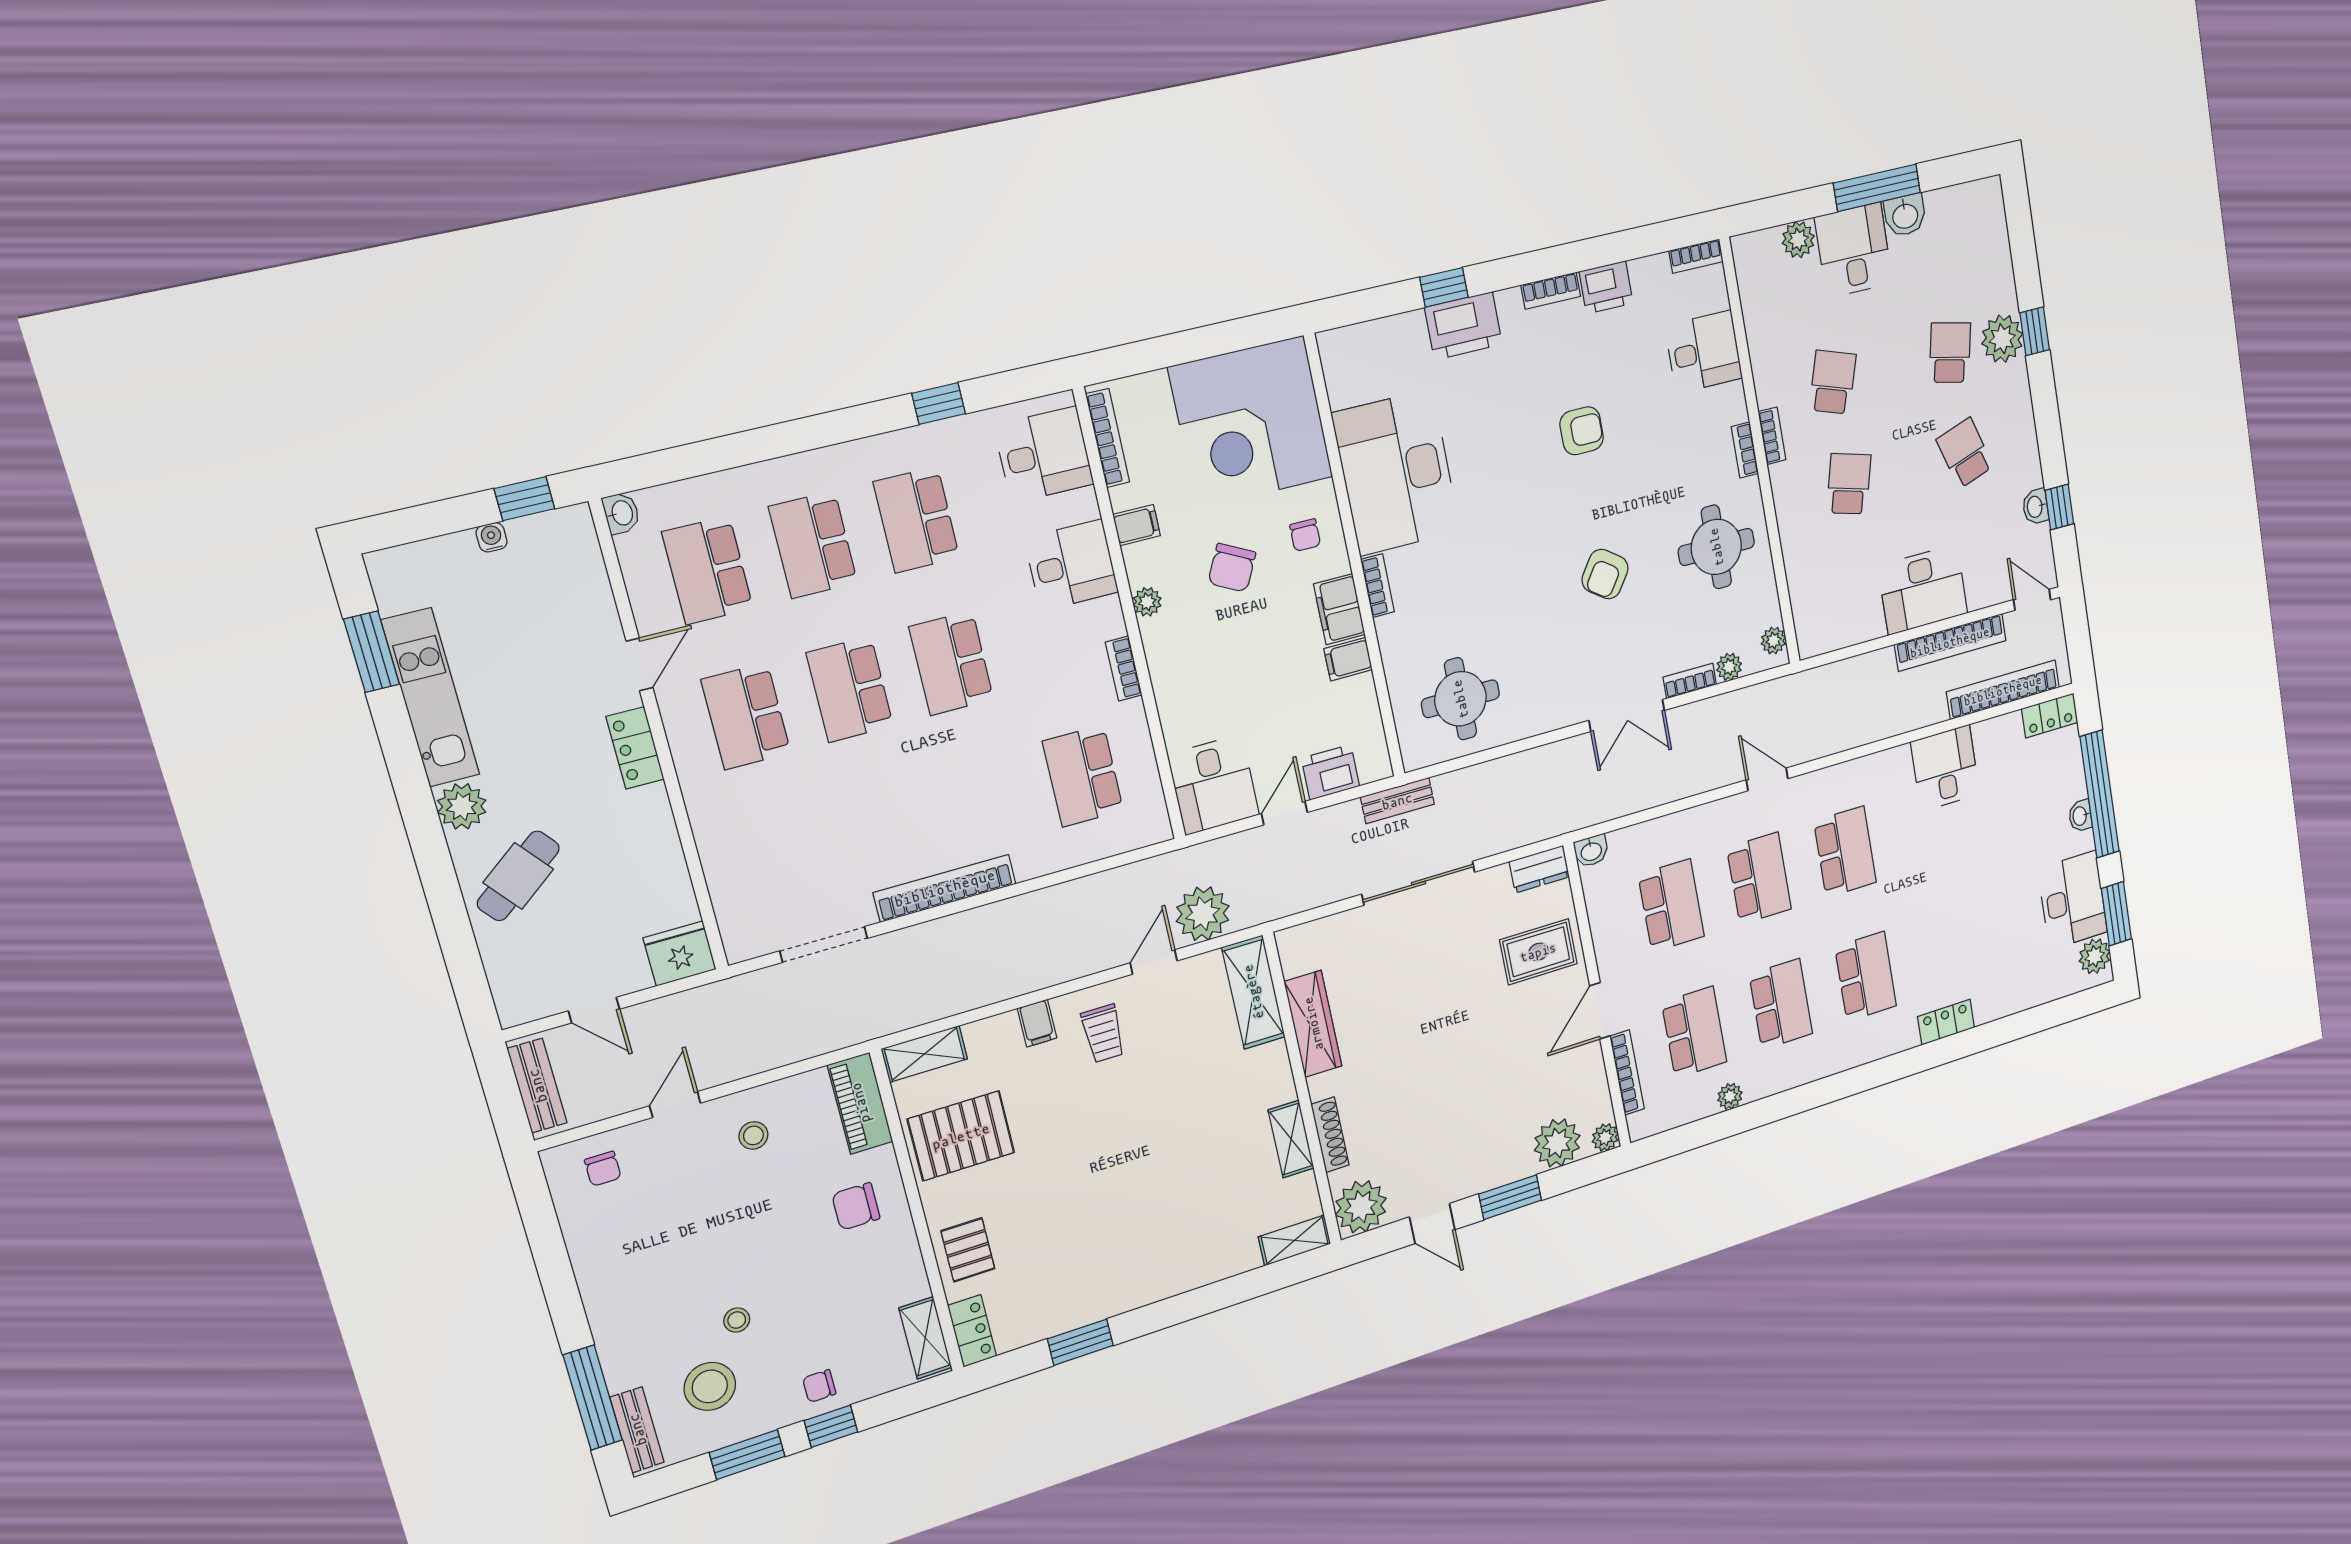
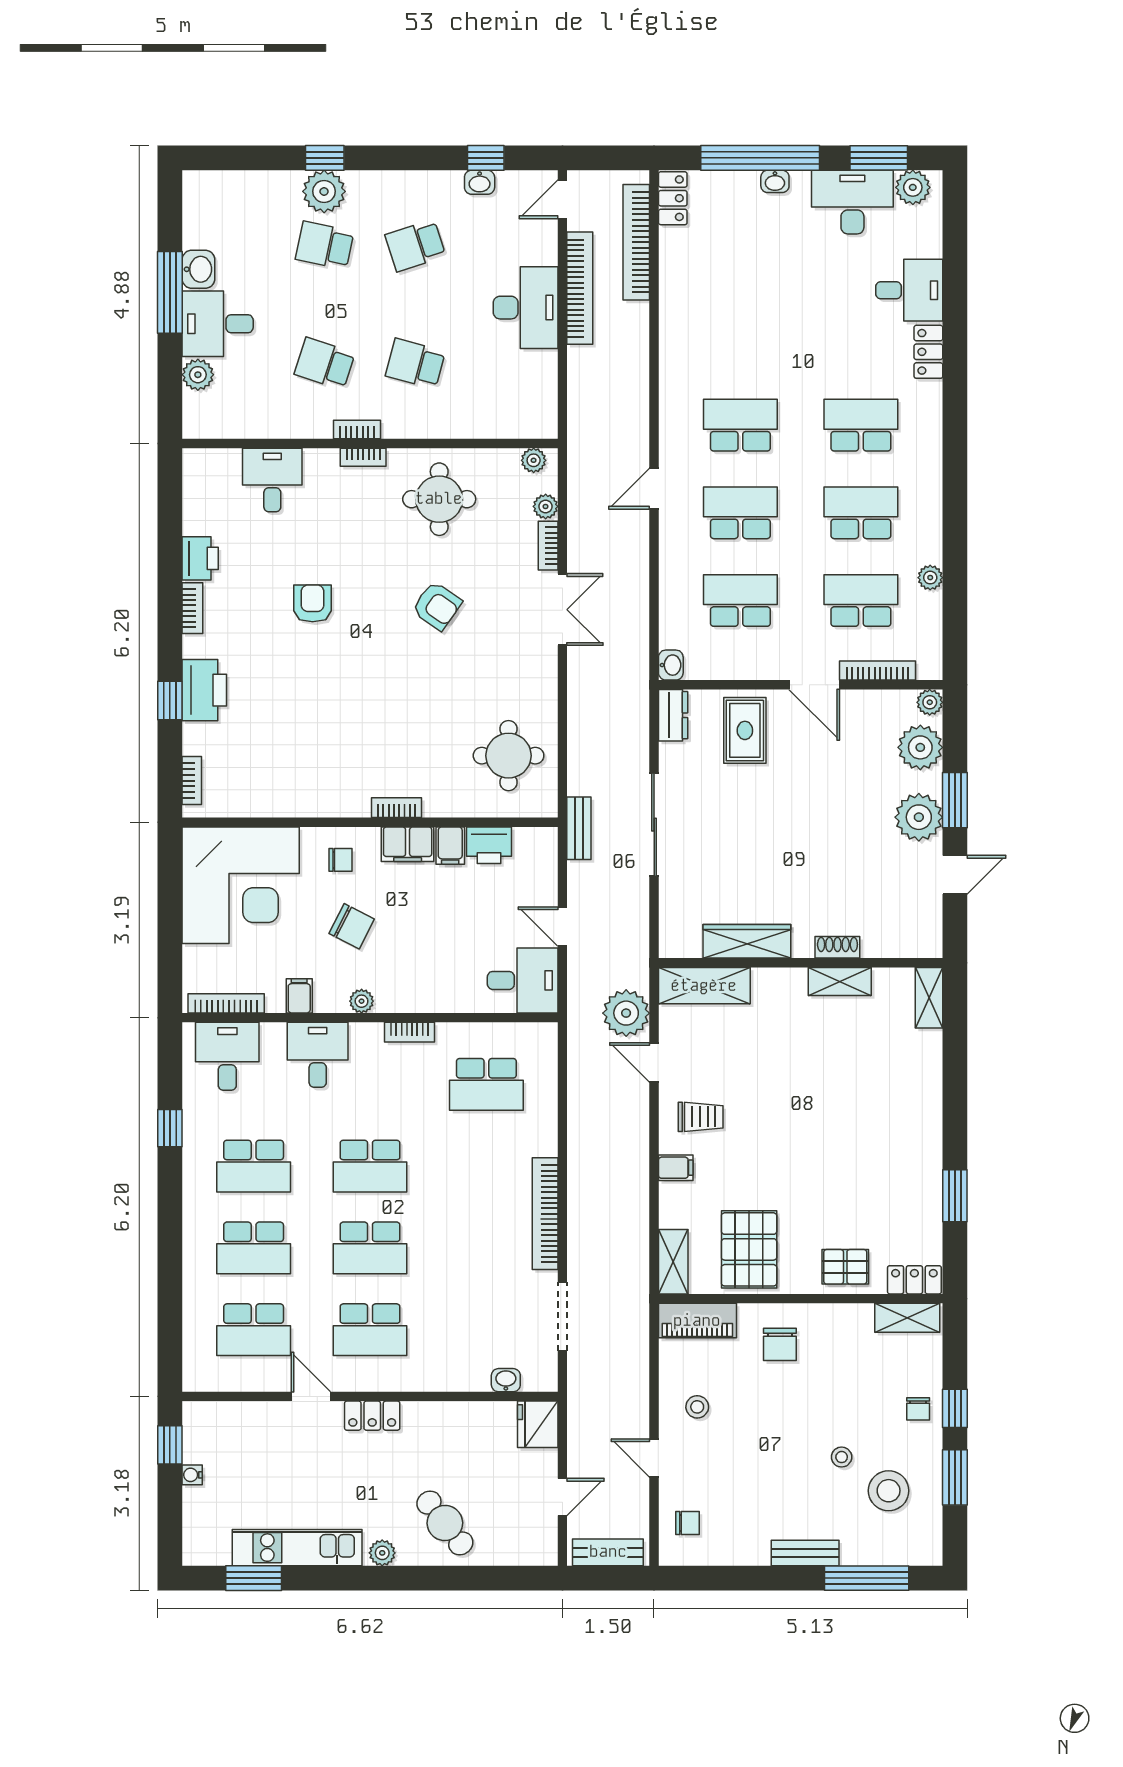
bookcase: (1696, 256) -> (192, 781), moved
desk: (1396, 473) -> (309, 772), removed
washbasin: (621, 513) -> (506, 1380), moved
desk: (1945, 768) -> (909, 290), moved, turned 180
printer: (1330, 772) -> (489, 845), moved, turned -90
plant: (462, 806) -> (382, 1553), width x0.73, depth x0.73
shoe rack: (1330, 1135) -> (837, 947), width x0.70
plant: (1361, 1207) -> (919, 817), moved
bench: (637, 1430) -> (805, 1553), moved

